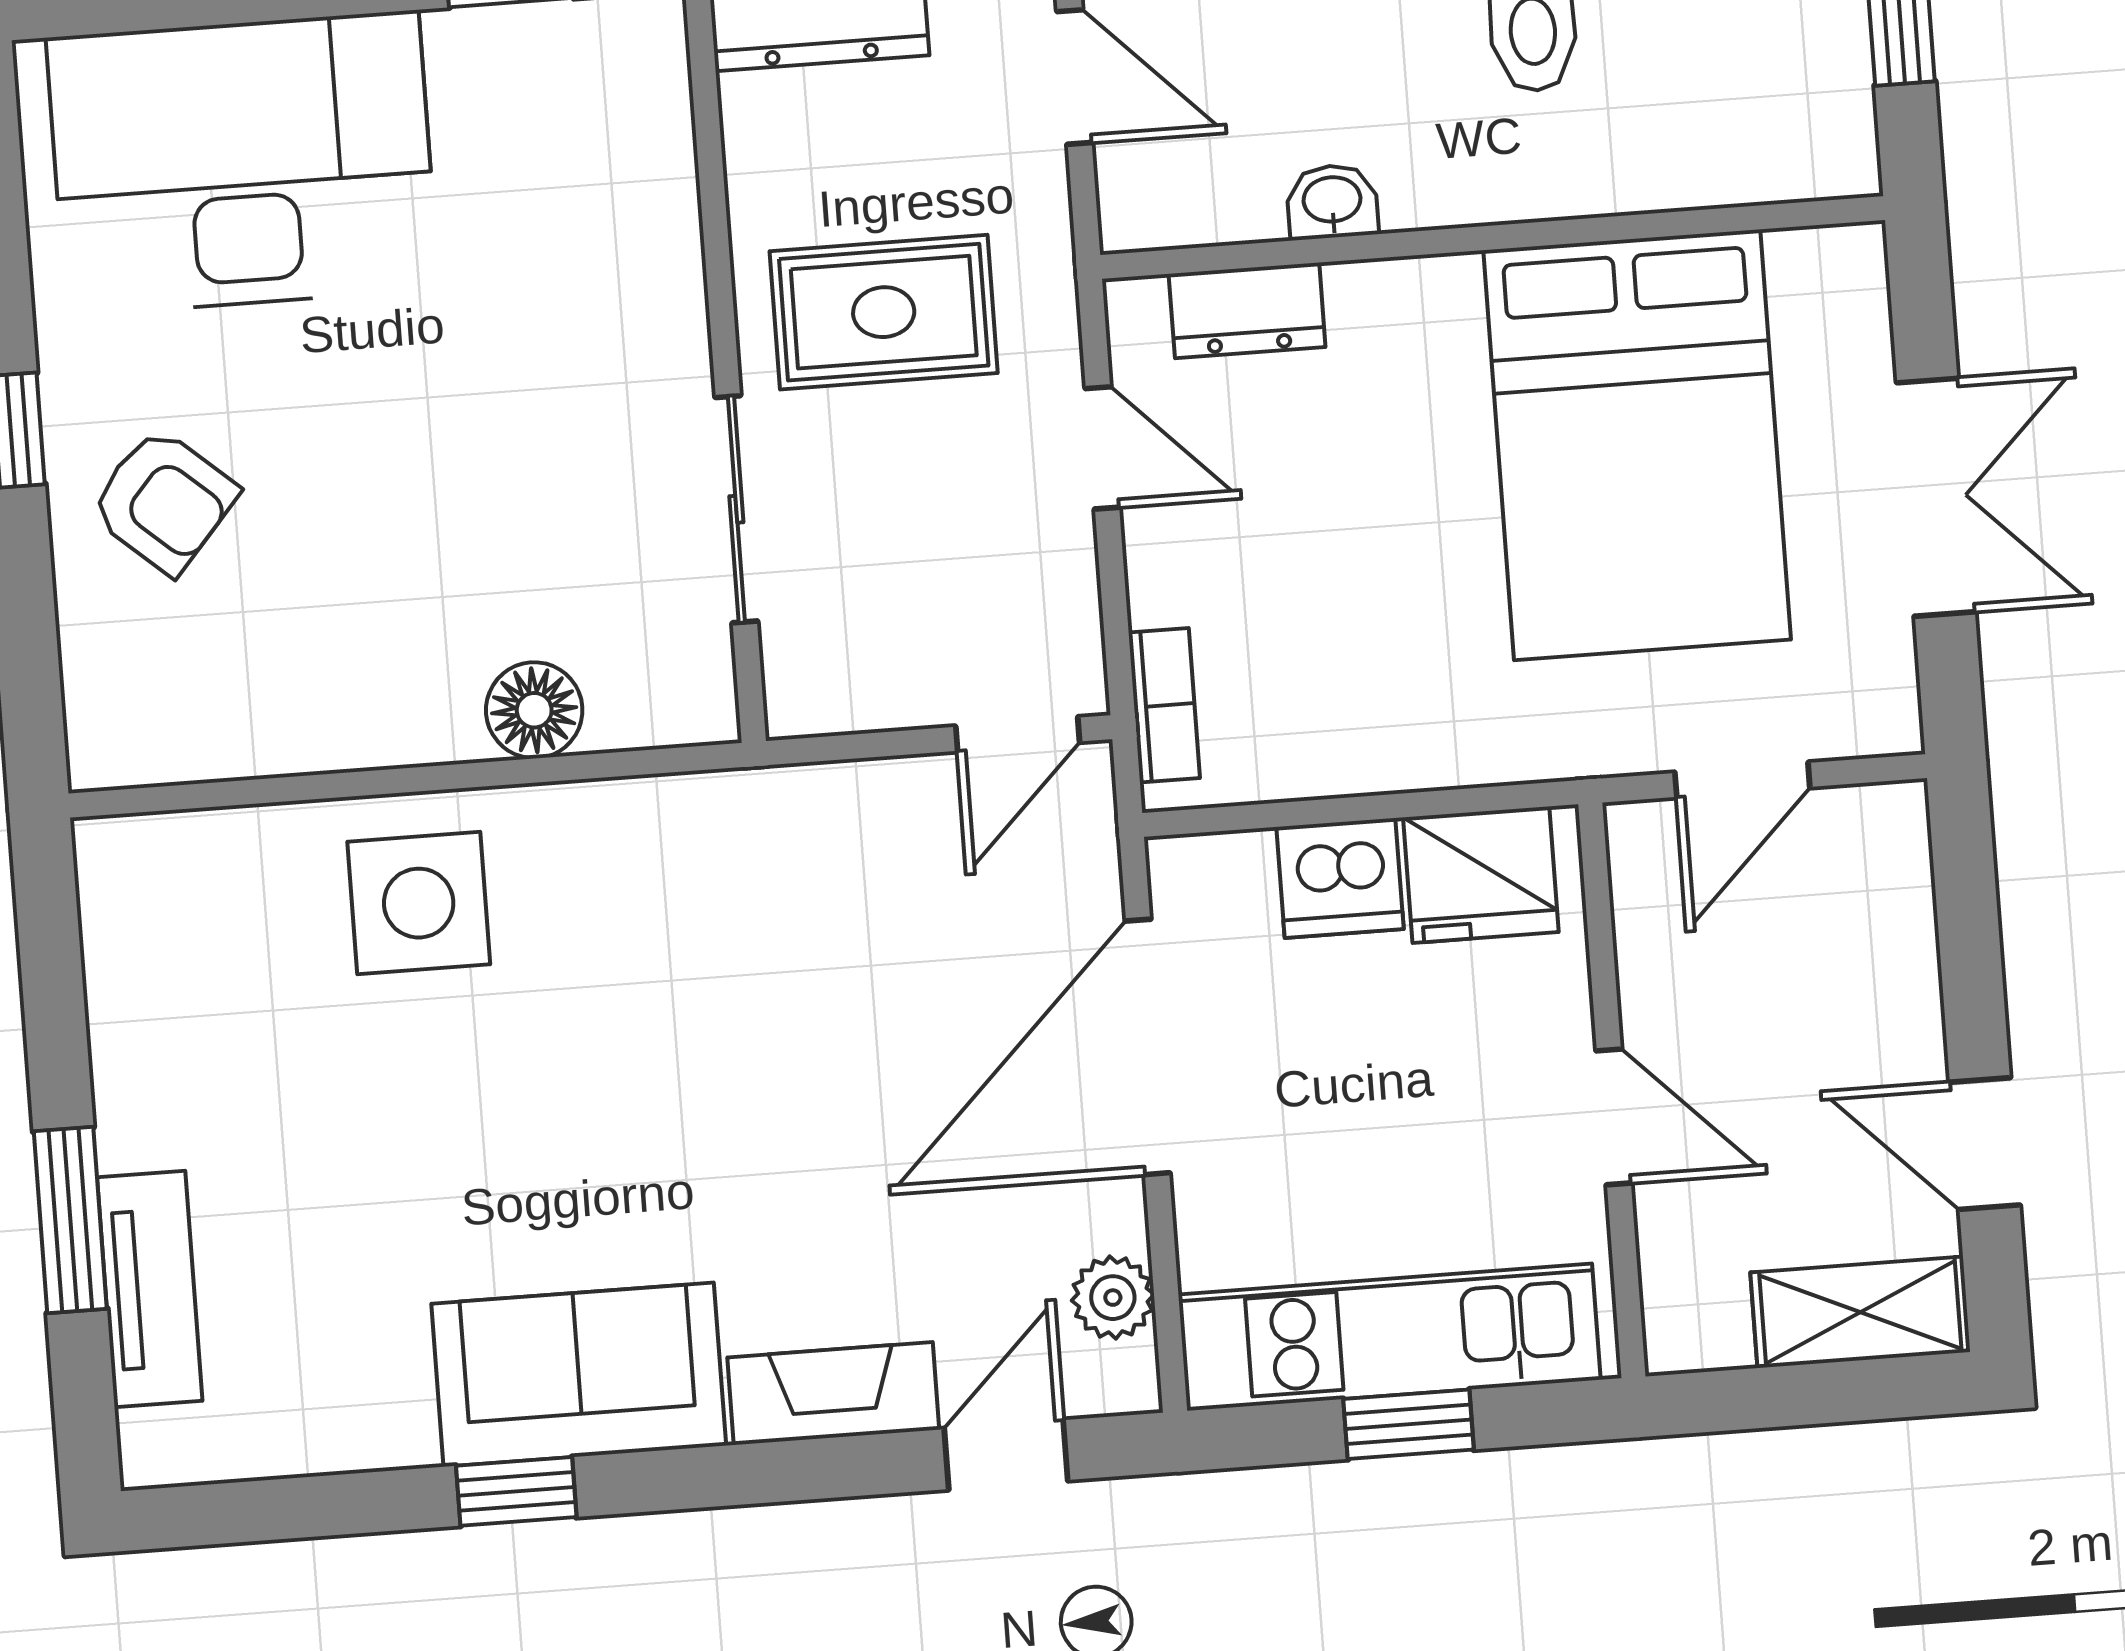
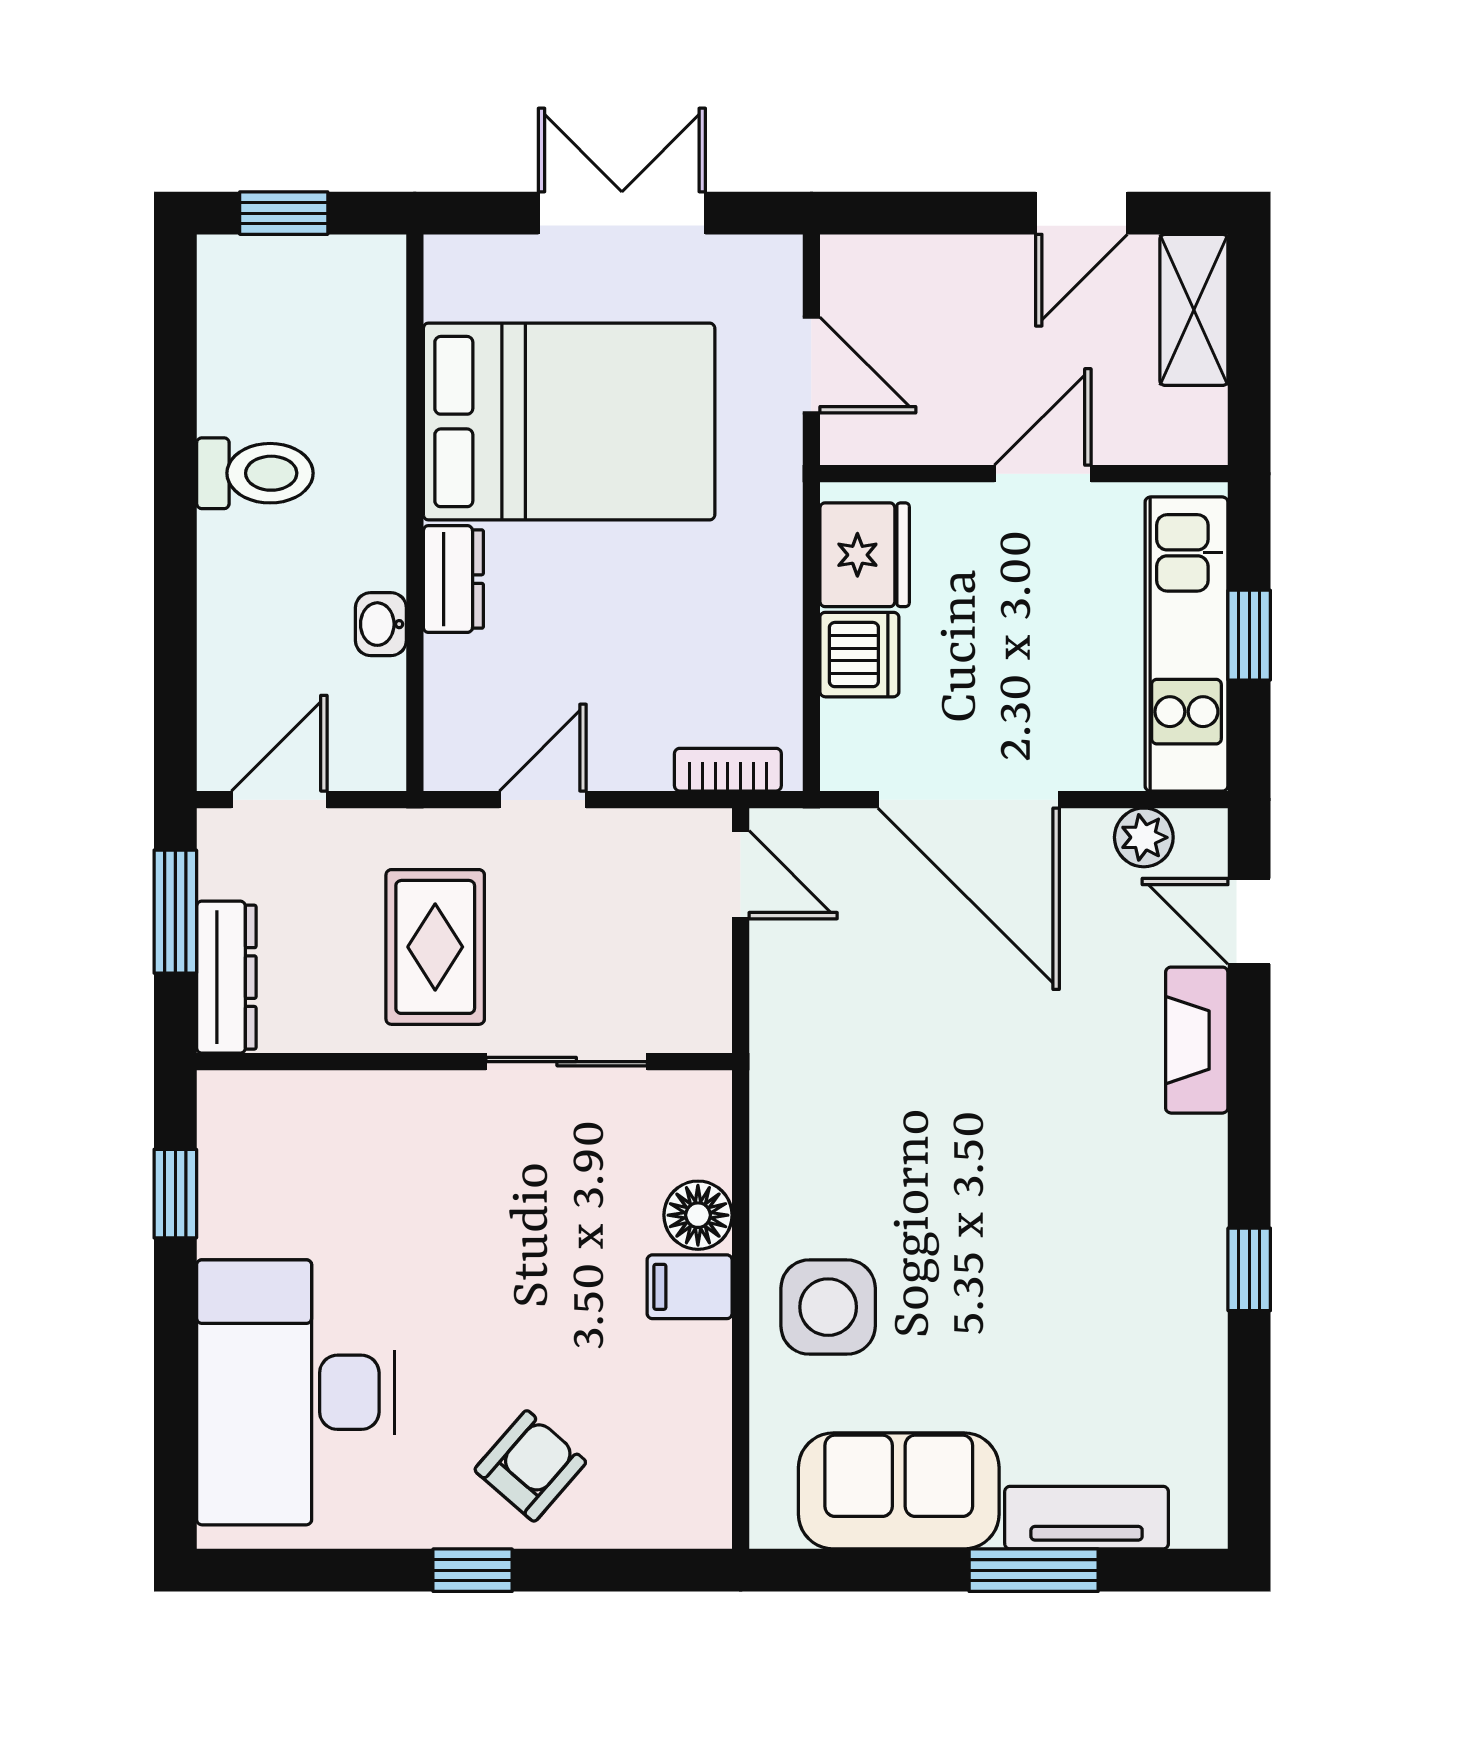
dresser: (1247, 310) -> (453, 579), moved
filing cabinet: (433, 706) -> (690, 1287), added
sofa: (579, 1375) -> (899, 1491), moved, turned 90

